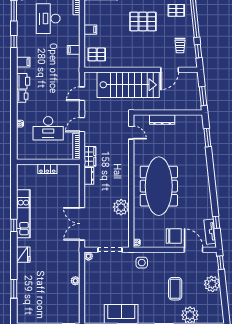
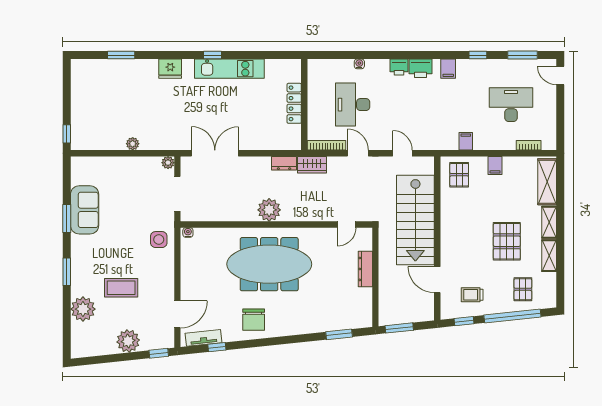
locker: (47, 169) -> (294, 103), width x1.53
plant: (121, 207) -> (269, 210), moved
chair: (174, 236) -> (254, 320), moved

